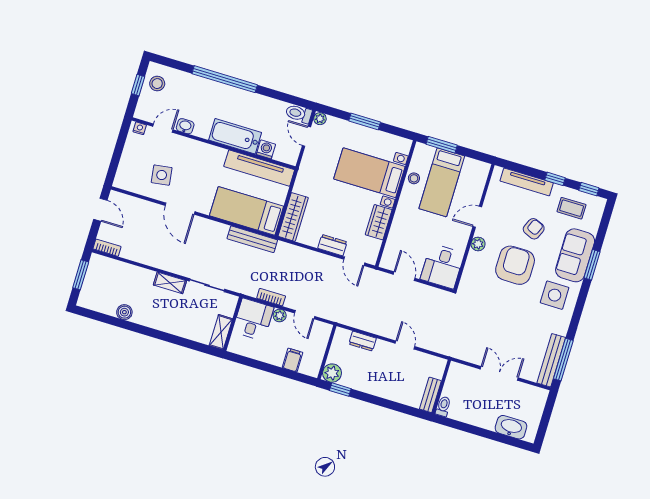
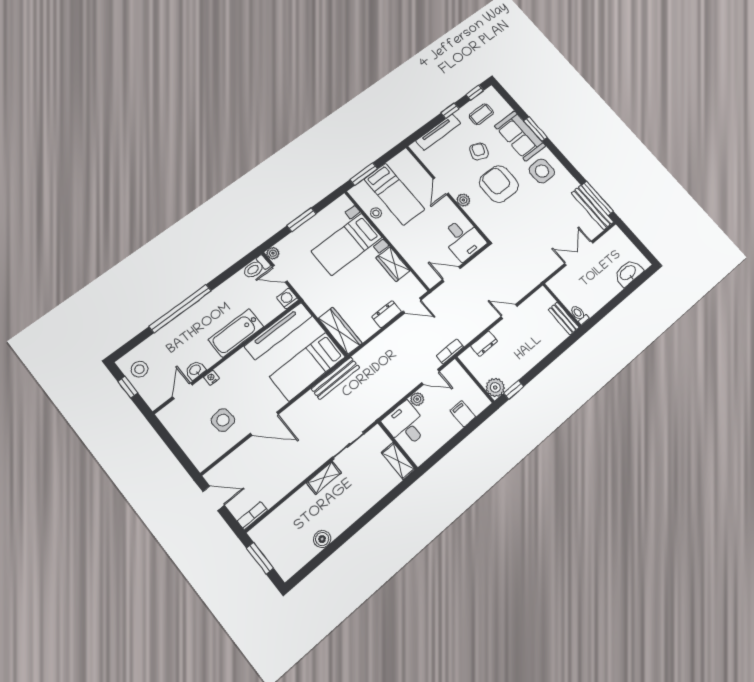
nightstand: (140, 128) -> (211, 378), moved
washing machine: (266, 149) -> (287, 299), moved
bookcase: (271, 297) -> (450, 351), moved

